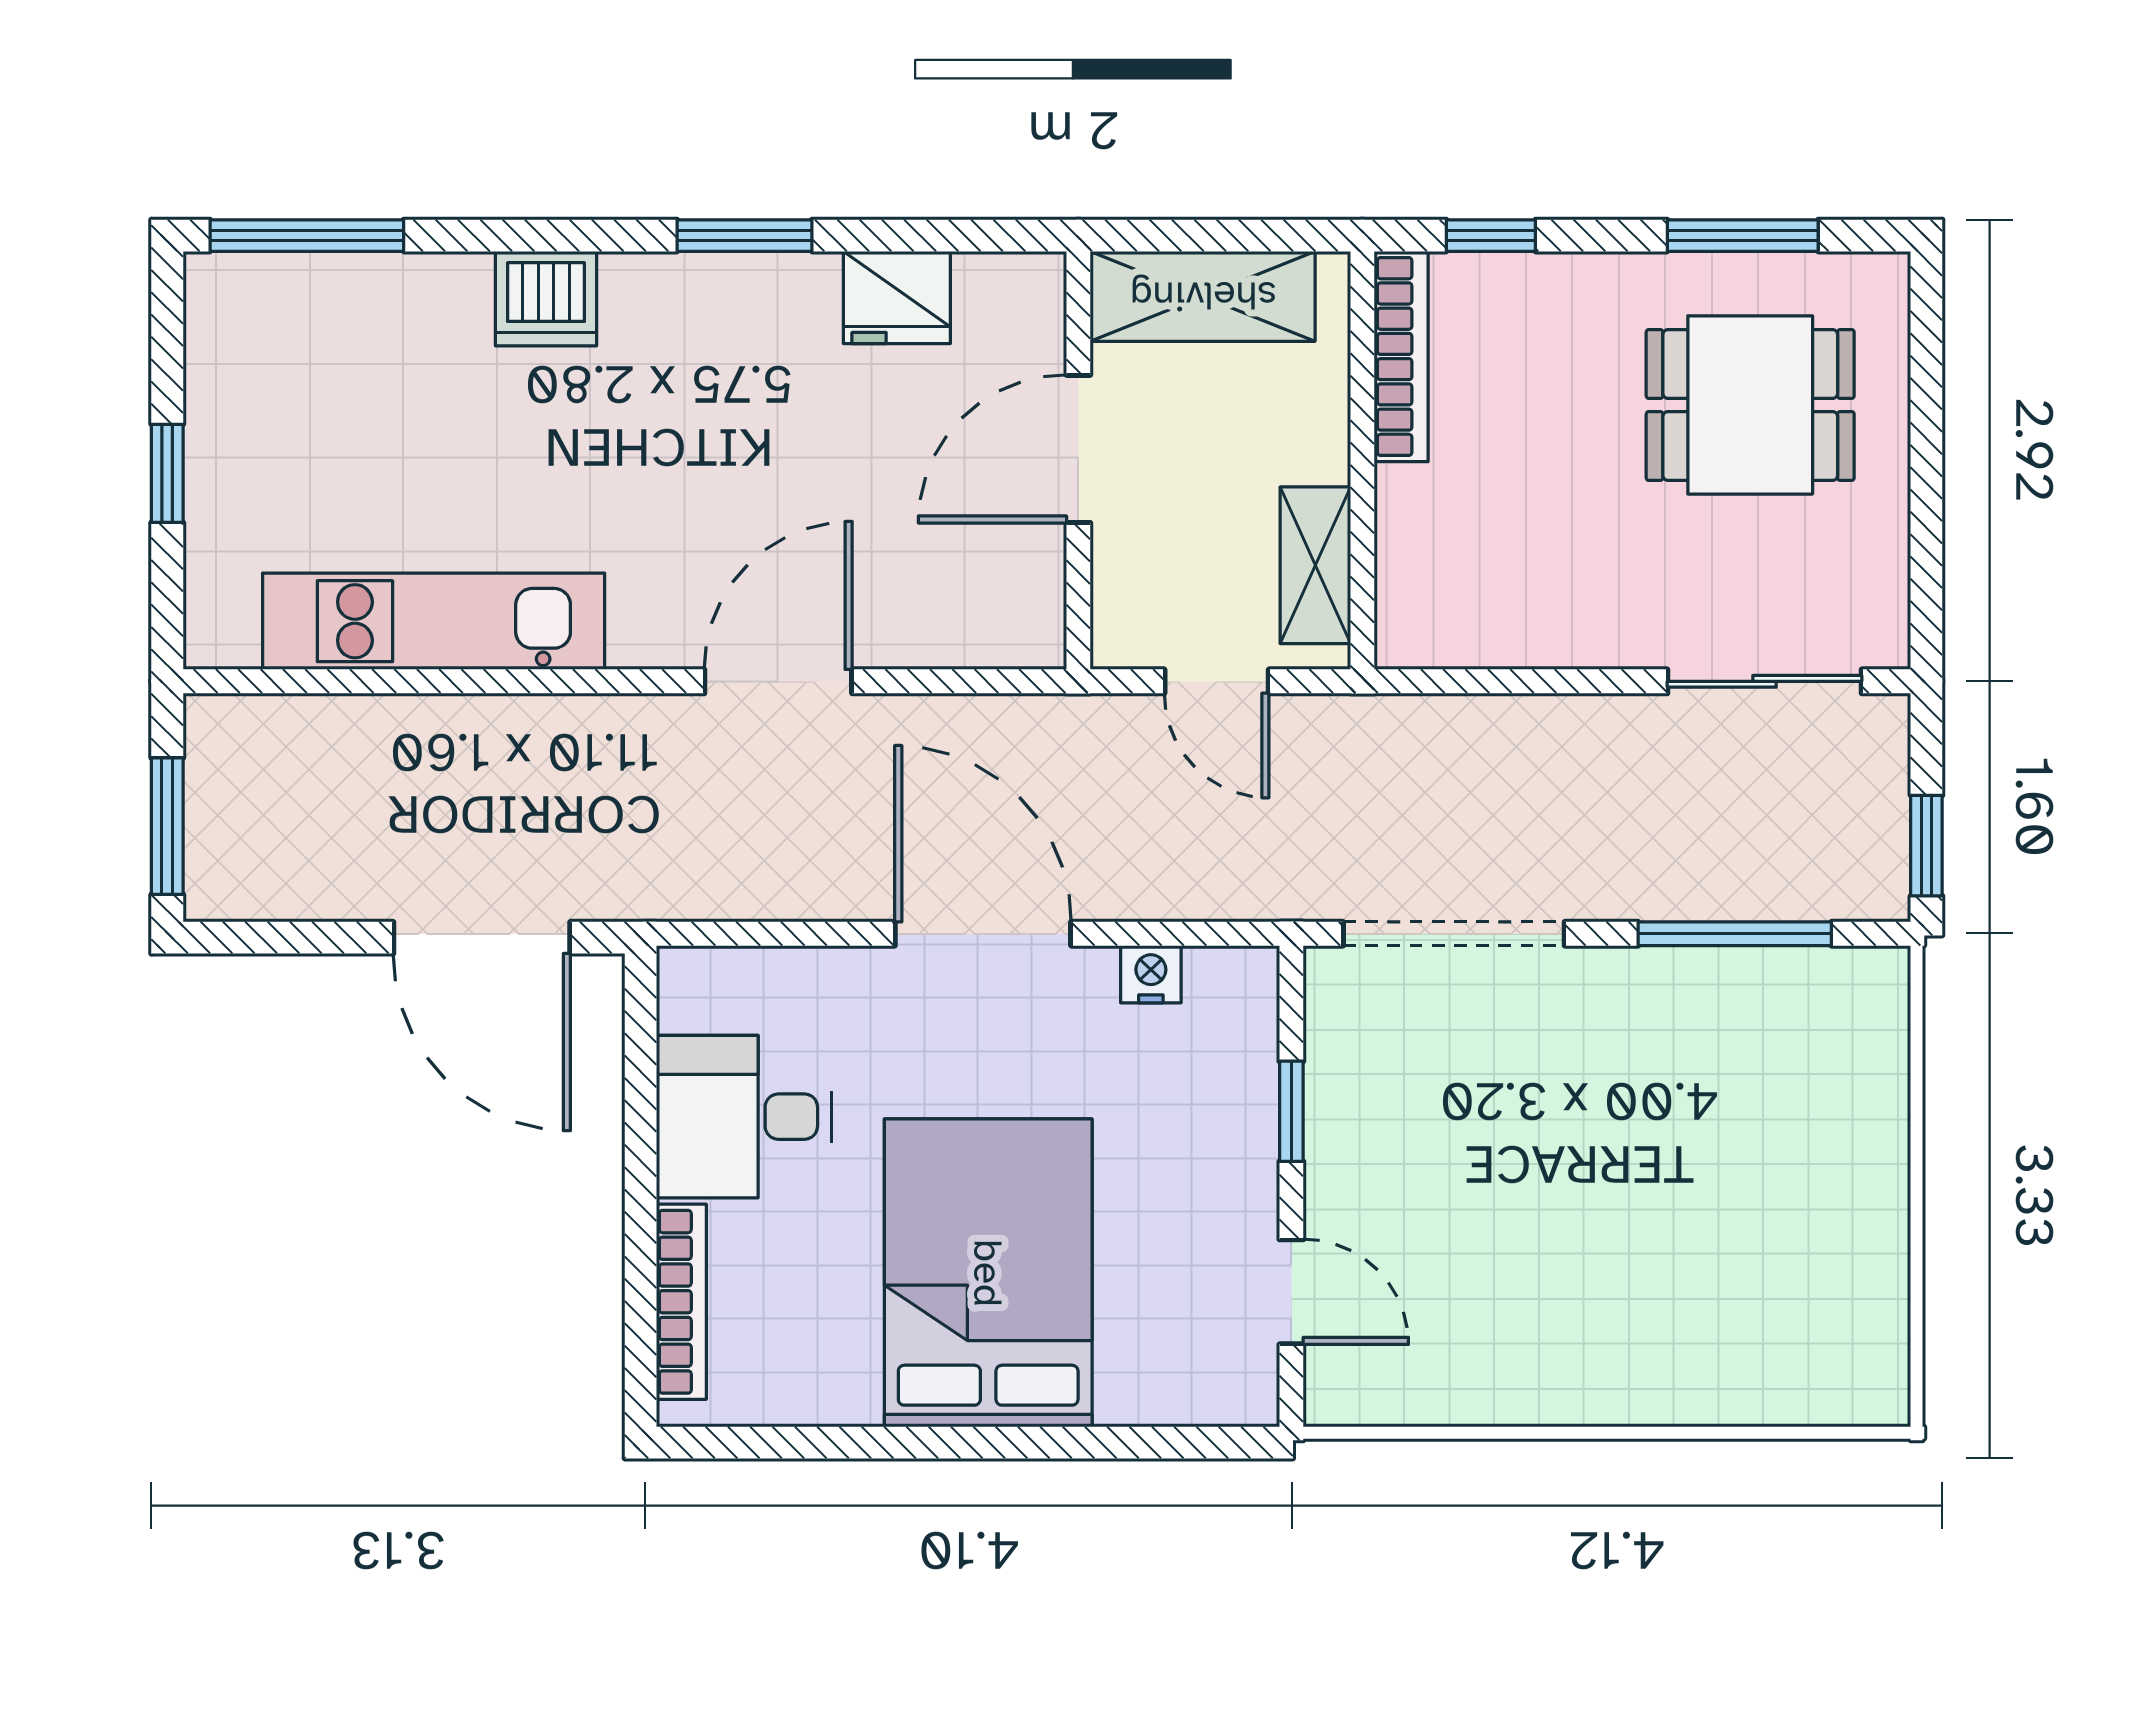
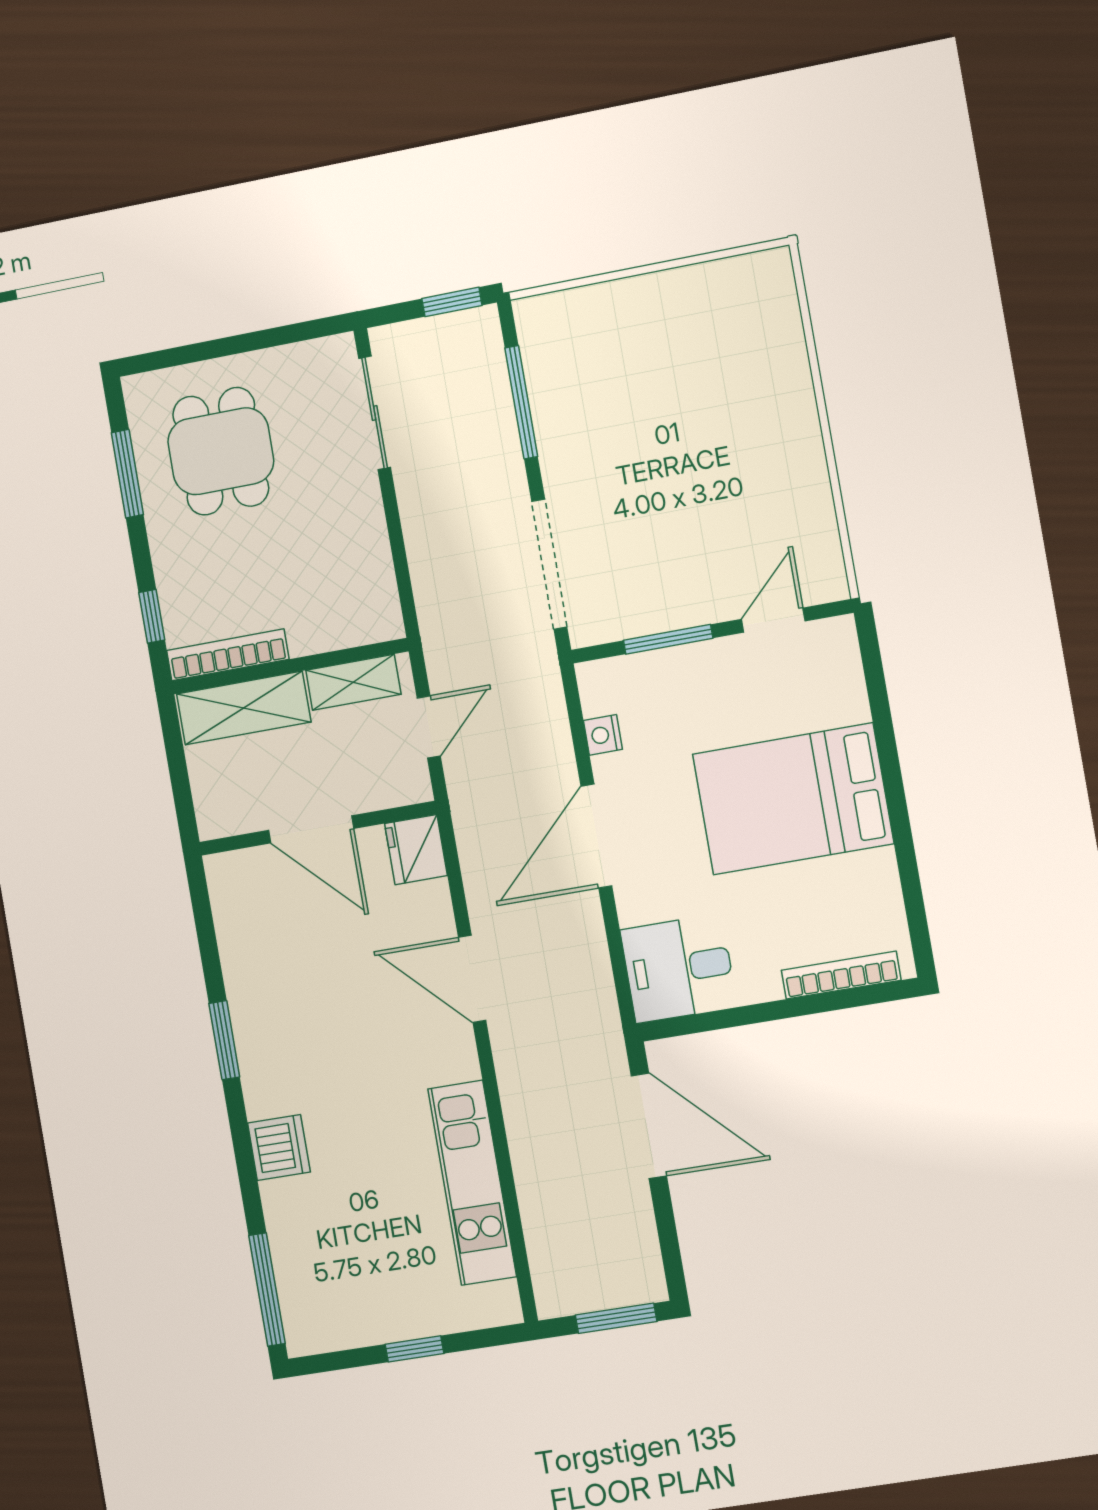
shelving: (1203, 296) -> (244, 708), moved, turned 90
fridge: (897, 297) -> (416, 850), moved, turned 180
door: (482, 938) -> (649, 1126), hinge flipped
window: (1291, 1111) -> (668, 639), width x1.50
desk: (744, 1117) -> (679, 968), moved, turned 90

